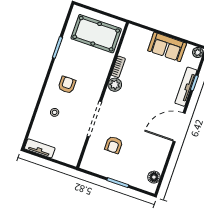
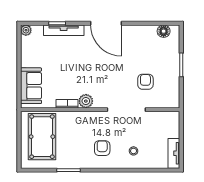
sofa: (167, 47) -> (31, 86), moved
armchair: (67, 85) -> (102, 148), turned 90
armchair: (114, 145) -> (145, 82), turned -90

